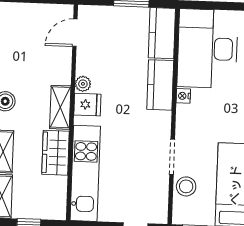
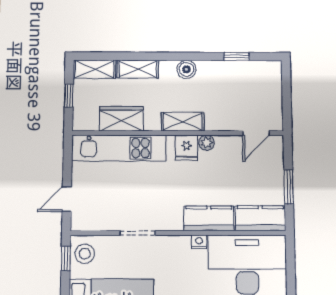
door: (75, 33) -> (256, 133), swing flipped
wardrobe: (56, 153) -> (121, 119), moved
stool: (186, 186) -> (85, 254), moved

